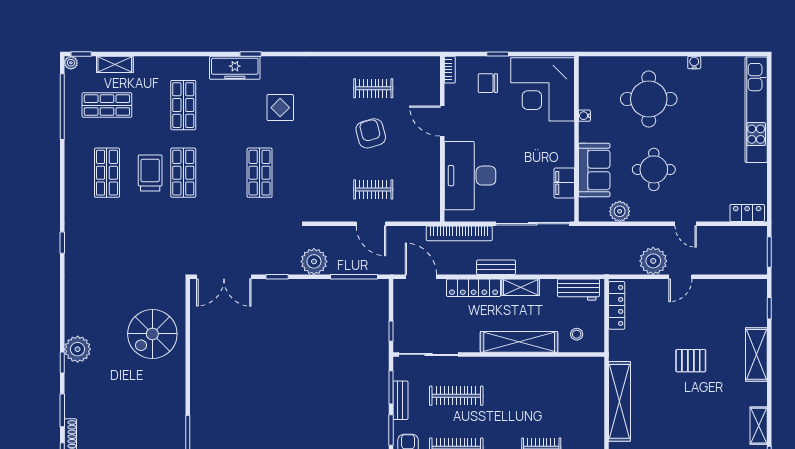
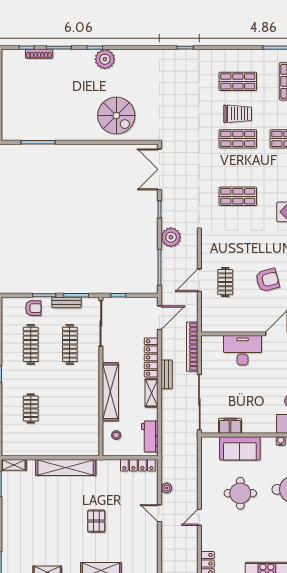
desk: (470, 176) -> (243, 350), width x0.73, depth x0.77
plant: (620, 211) -> (209, 467), removed
plant: (653, 261) -> (167, 488), width x0.53, depth x0.53
spiral stairs: (152, 334) -> (116, 116), turned 180

